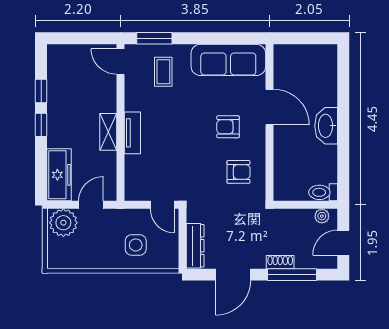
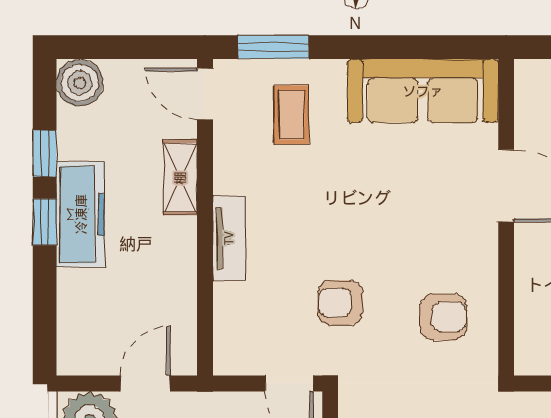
boiler: (58, 56) -> (80, 83), added
armchair: (228, 127) -> (340, 303), moved
shelving: (108, 132) -> (180, 178), moved
freezer: (59, 175) -> (81, 214), moved

